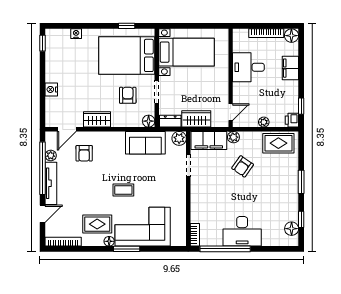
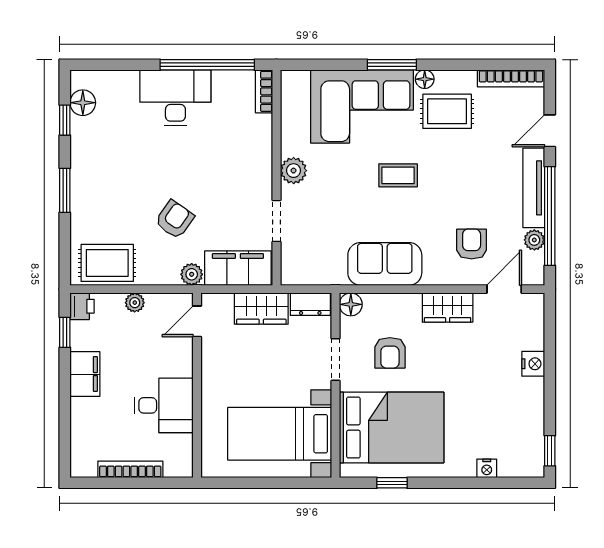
floor lamp: (291, 36) -> (83, 465), removed
filing cabinet: (290, 68) -> (85, 374), moved
plant: (179, 138) -> (294, 171), moved
sofa: (145, 143) -> (385, 264), moved

